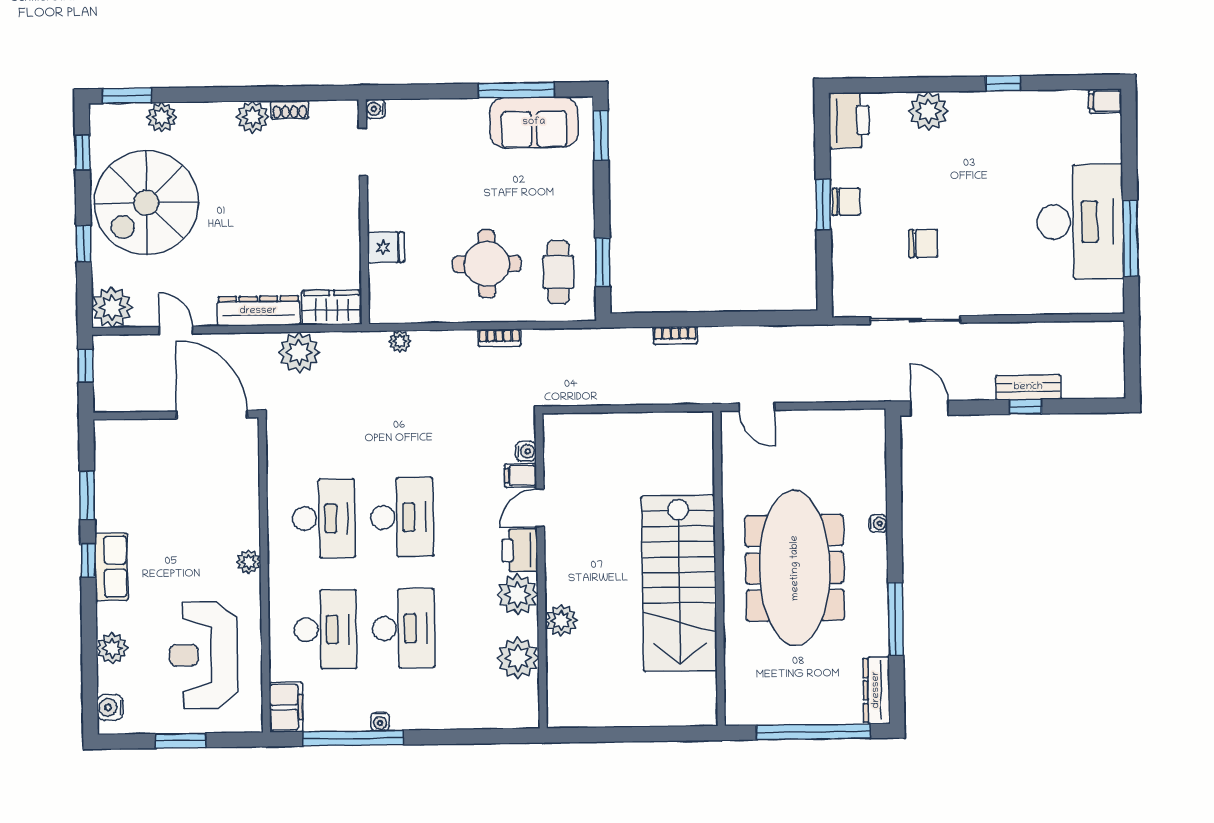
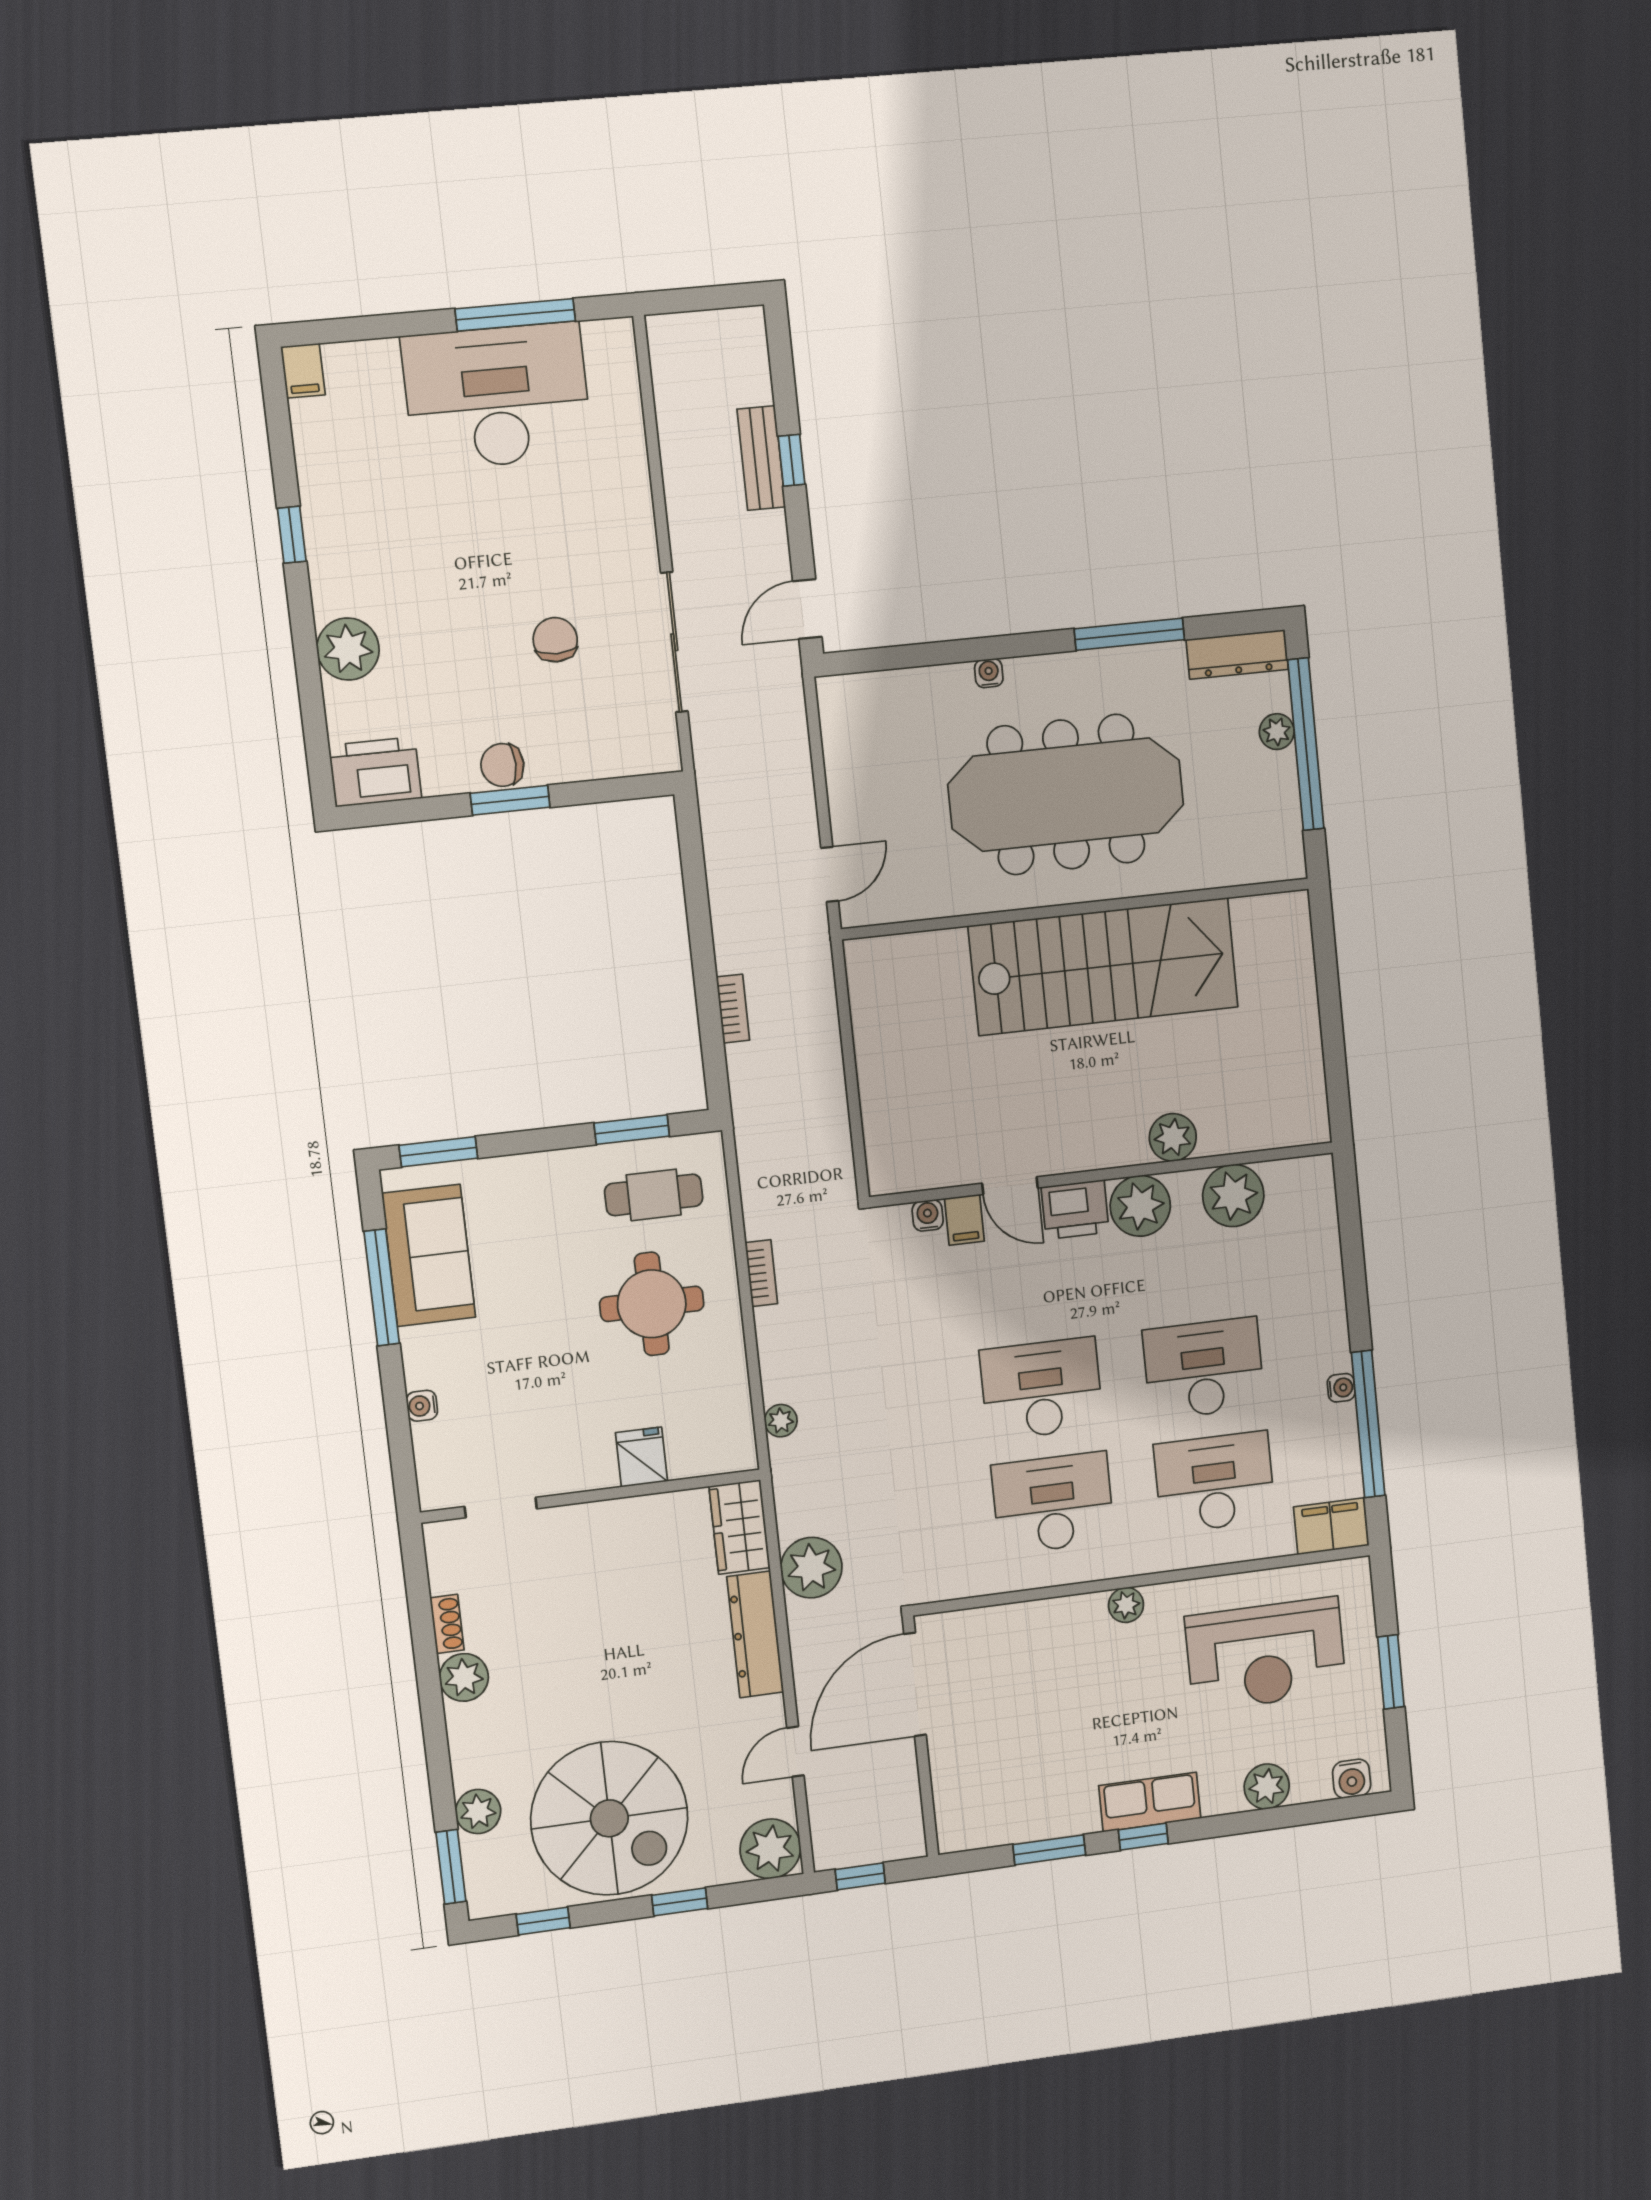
water cooler: (375, 109) -> (422, 1406), moved, turned 90
chair: (846, 202) -> (502, 765), turned -90
plant: (824, 713) -> (1277, 732), added

